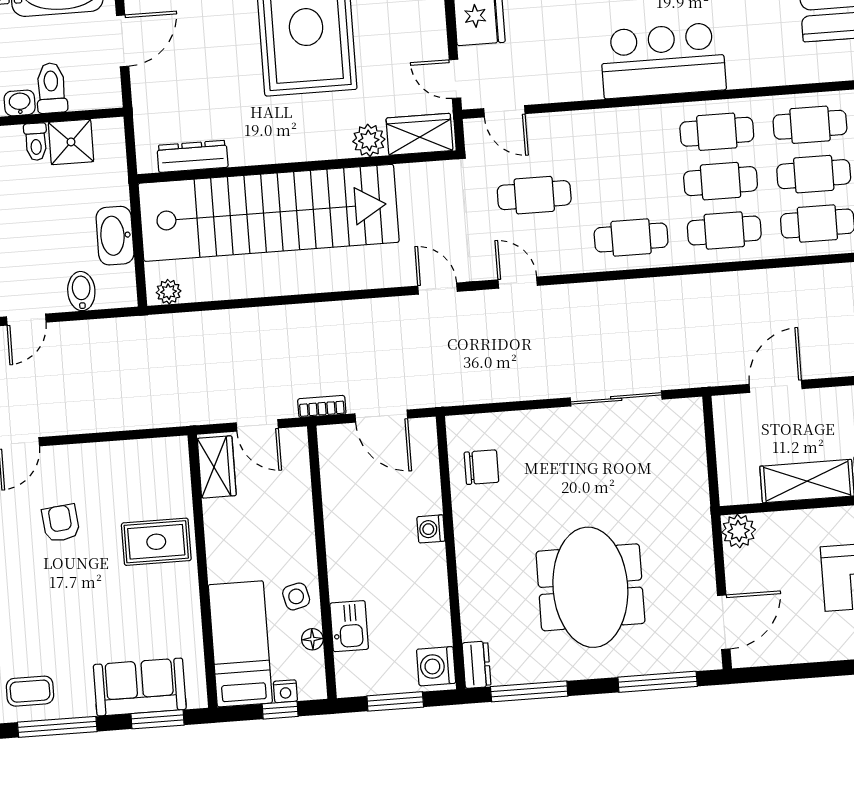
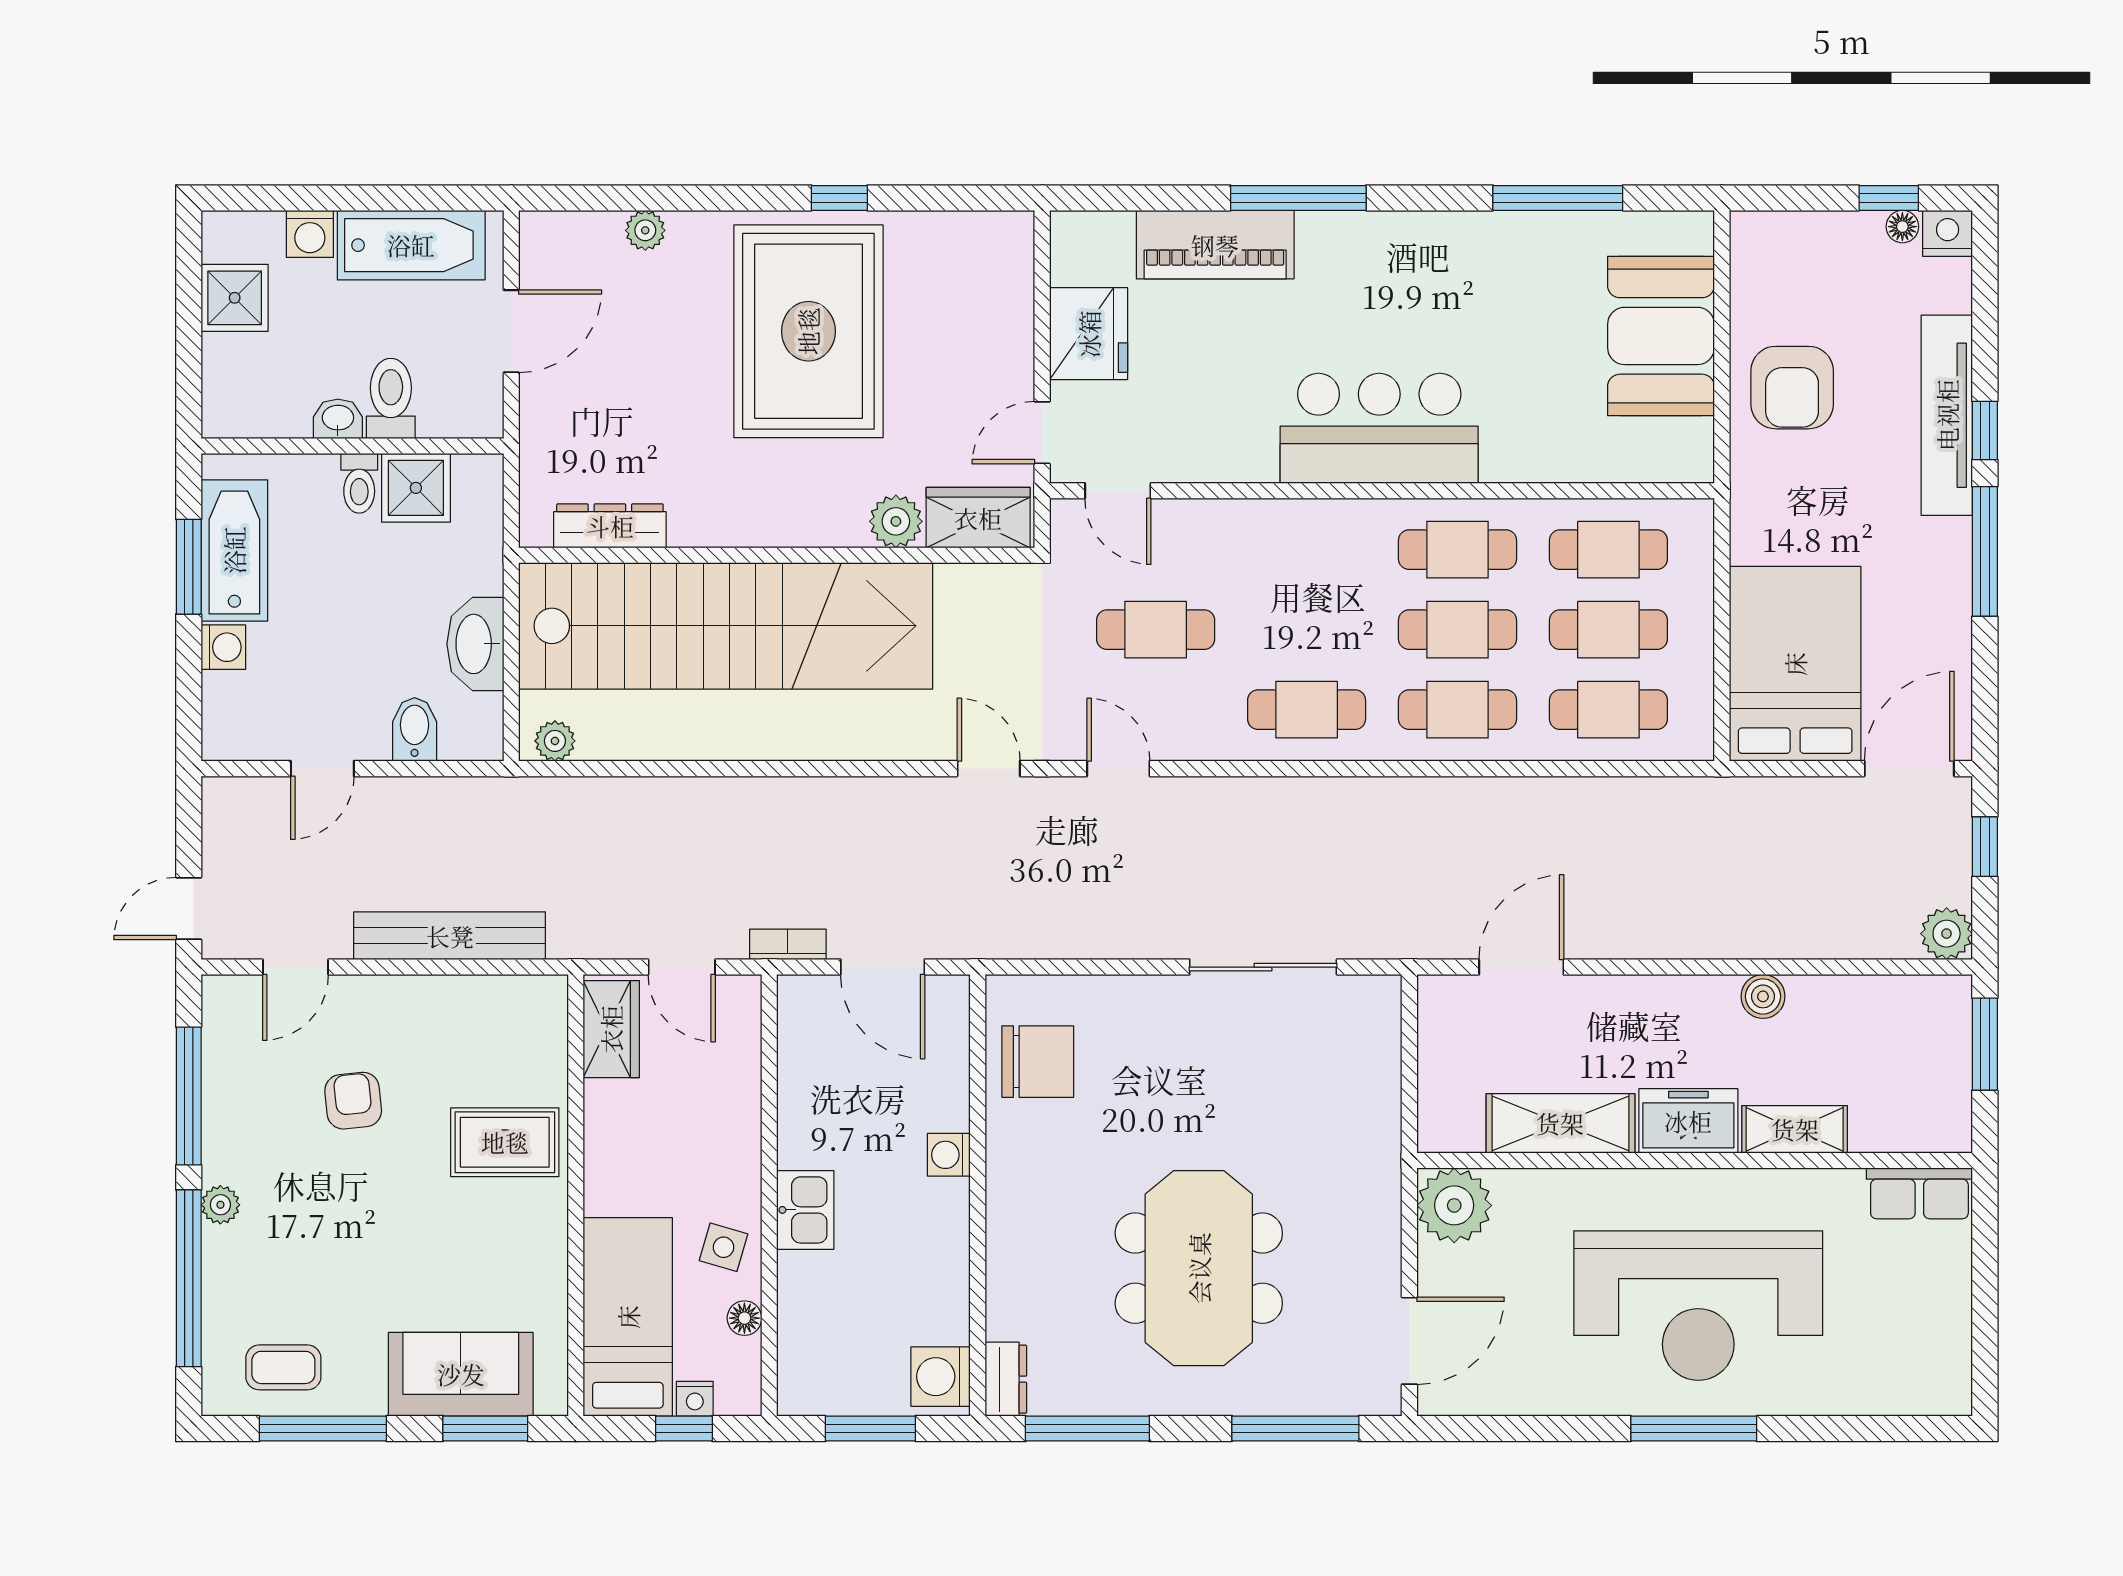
door: (455, 79) -> (1042, 433), hinge flipped
bench: (113, 417) -> (450, 936), added
chair: (481, 467) -> (1038, 1062), width x1.37, depth x1.37
plant: (739, 531) -> (1454, 1205), width x1.36, depth x1.36
side table: (296, 596) -> (724, 1247), turned 30
kitchen sink: (349, 626) -> (805, 1210), moved

